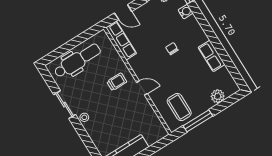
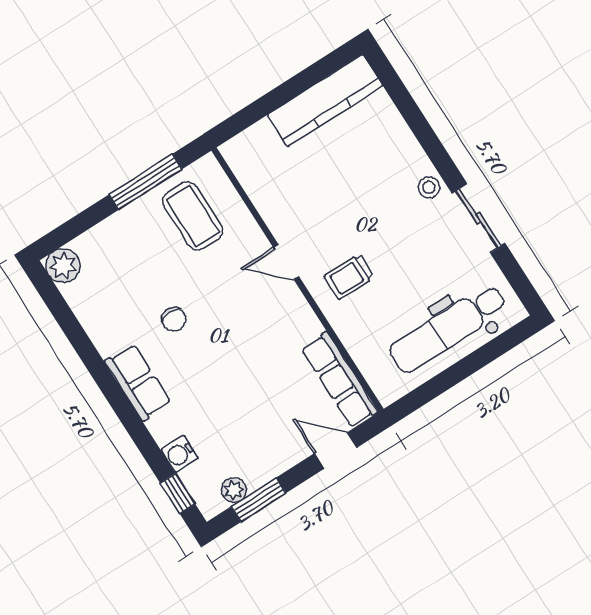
chair: (172, 49) -> (174, 319), moved
row of seats: (212, 56) -> (138, 382), moved
plant: (218, 96) -> (63, 266), moved

